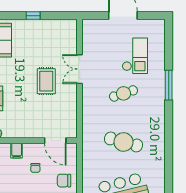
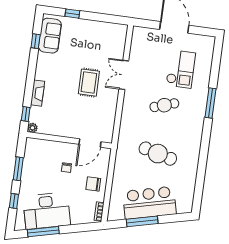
window: (33, 16) -> (72, 14), moved
door: (55, 141) -> (90, 143), hinge flipped
filing cabinet: (17, 151) -> (50, 148), removed

